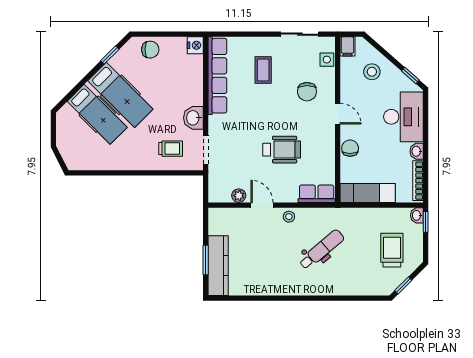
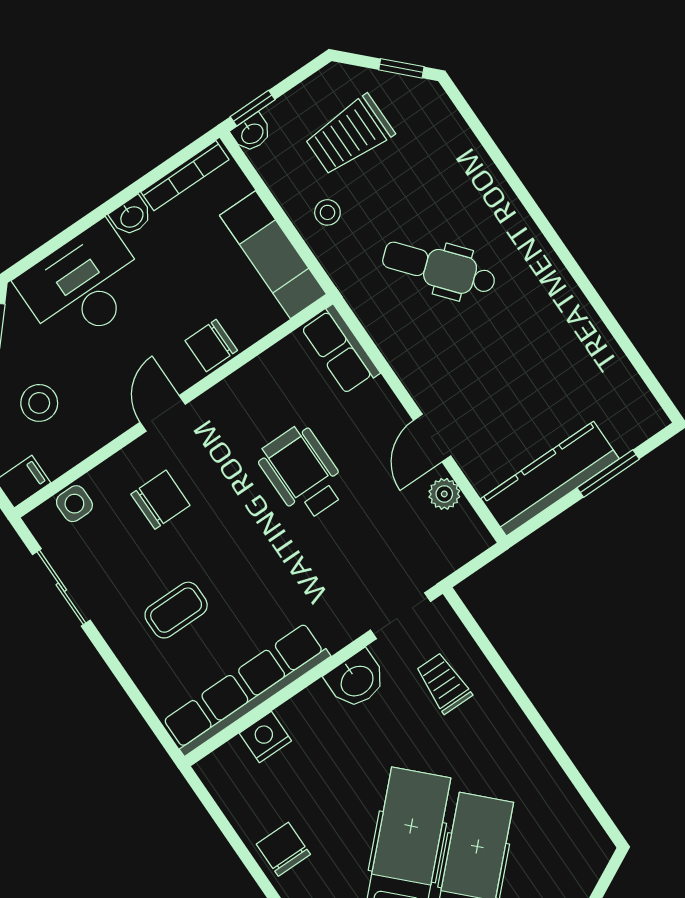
nightstand: (195, 45) -> (265, 737), moved
stool: (289, 217) -> (327, 212), moved
kitchen counter: (218, 266) -> (550, 479), moved

